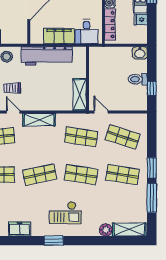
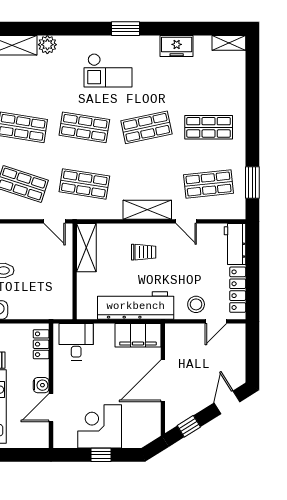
locker: (110, 25) -> (41, 344), width x0.66
filing cabinet: (59, 36) -> (138, 335), moved
trolley: (12, 88) -> (144, 252), moved
checkout: (65, 213) -> (108, 70), turned 180

